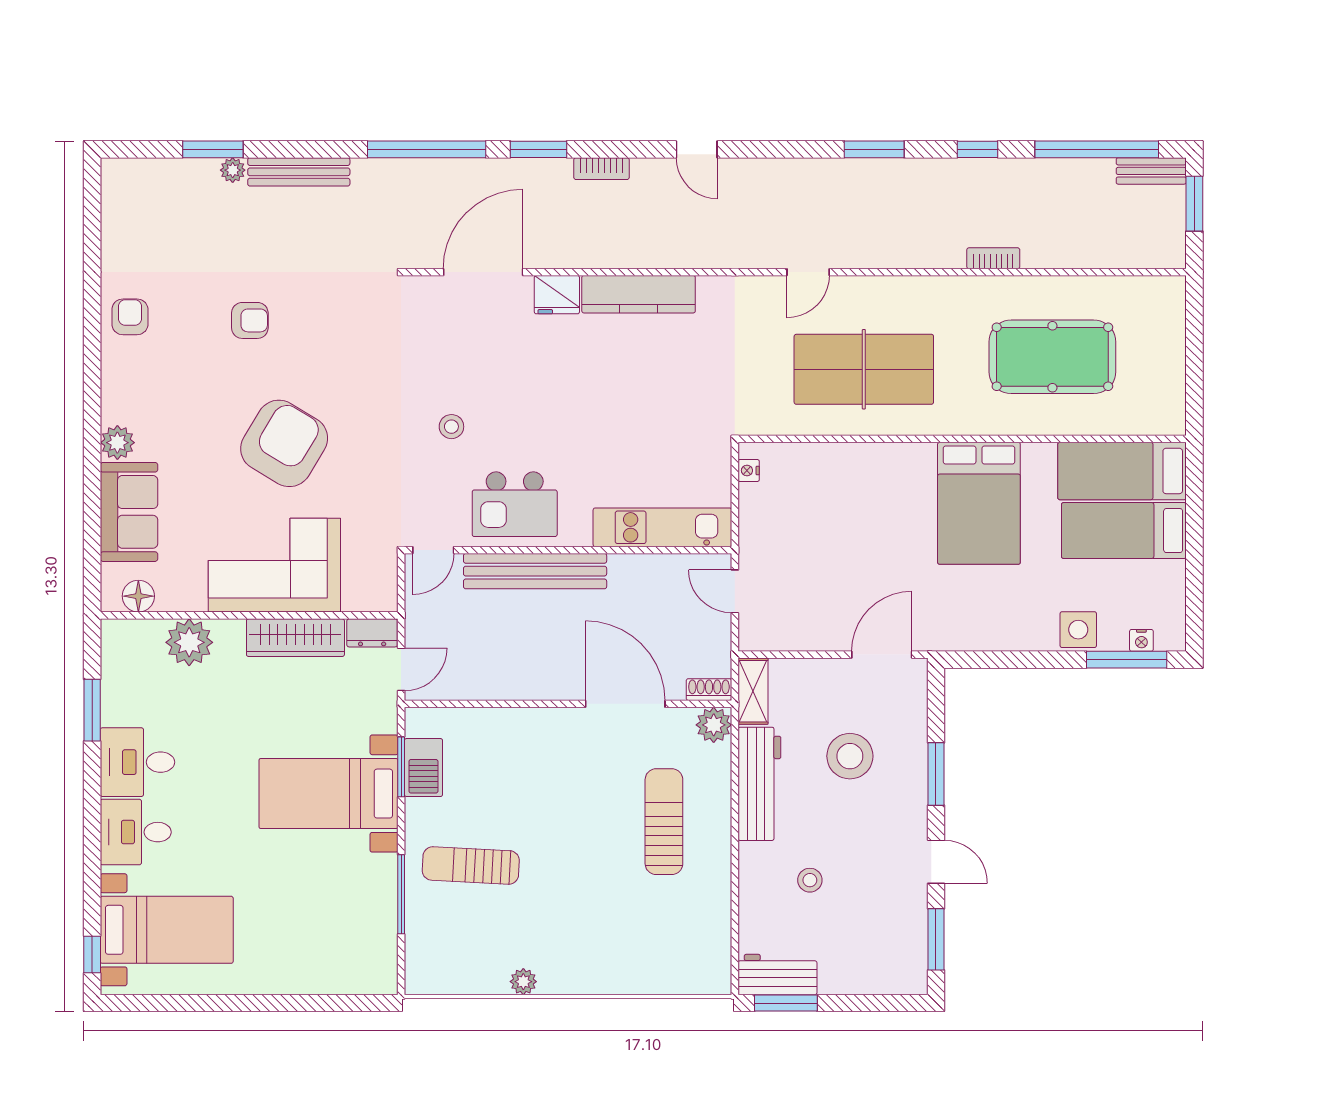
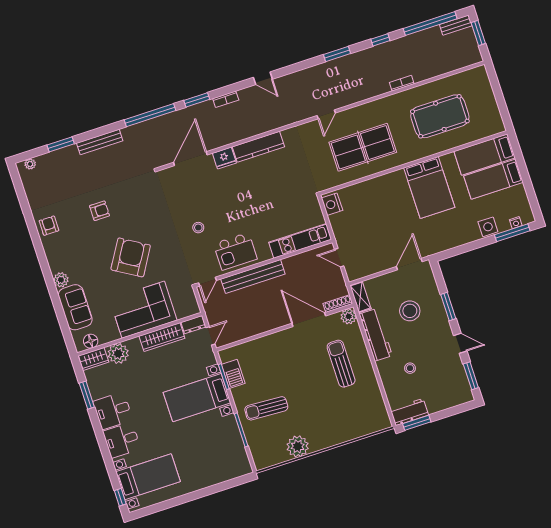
plant: (233, 170) -> (30, 164), moved
nightstand: (749, 471) -> (332, 204), width x1.89, depth x1.79
wardrobe: (132, 637) -> (94, 359), added
shoe rack: (709, 690) -> (338, 304), width x1.43
plant: (523, 982) -> (298, 446), width x1.88, depth x1.88

